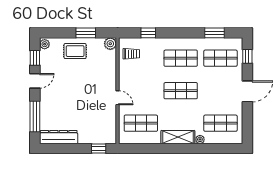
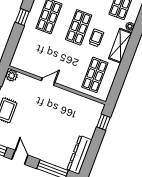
window: (148, 33) -> (22, 17), moved
trolley: (131, 54) -> (96, 38), moved
door: (118, 98) -> (48, 82), moved

